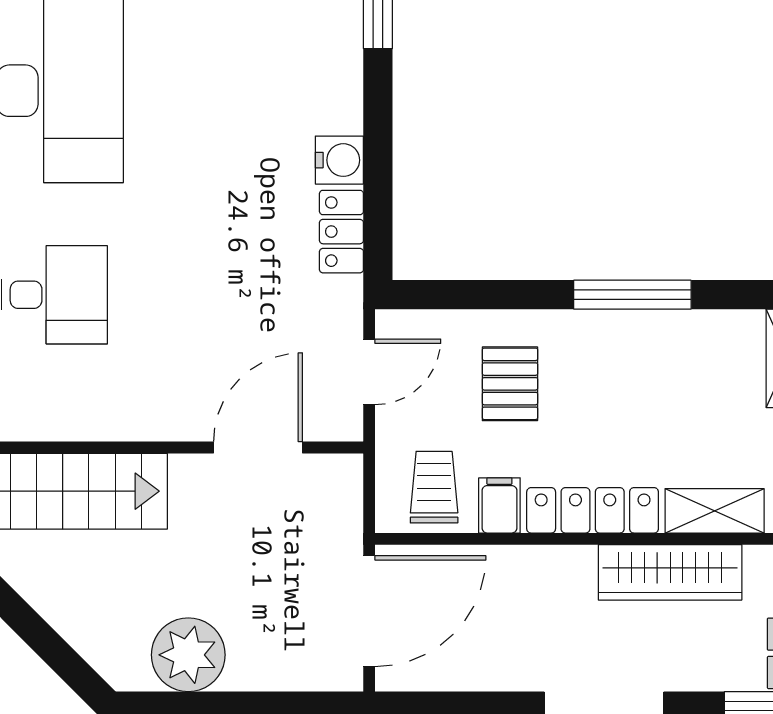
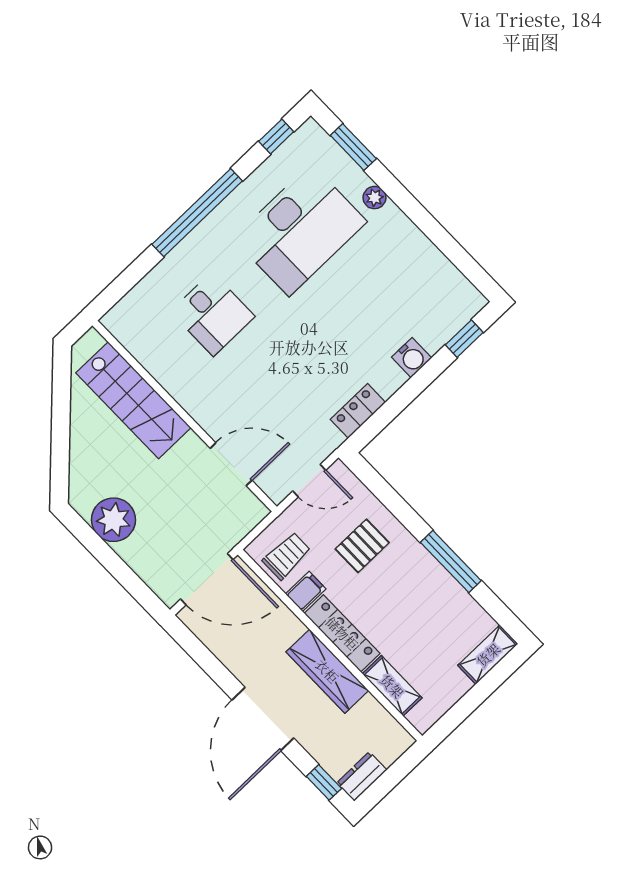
water cooler: (339, 160) -> (412, 358), moved
wardrobe: (670, 572) -> (327, 671), moved

